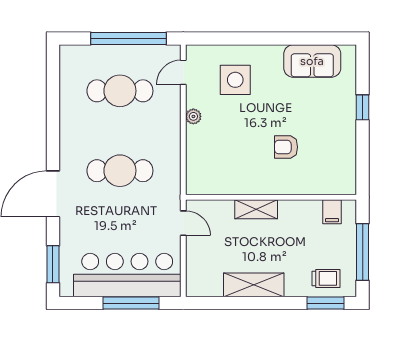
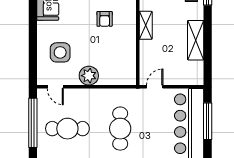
cafe table: (120, 91) -> (67, 129), turned 90
plant: (193, 116) -> (89, 76), width x1.87, depth x1.87
shelving: (256, 209) -> (146, 25), moved

